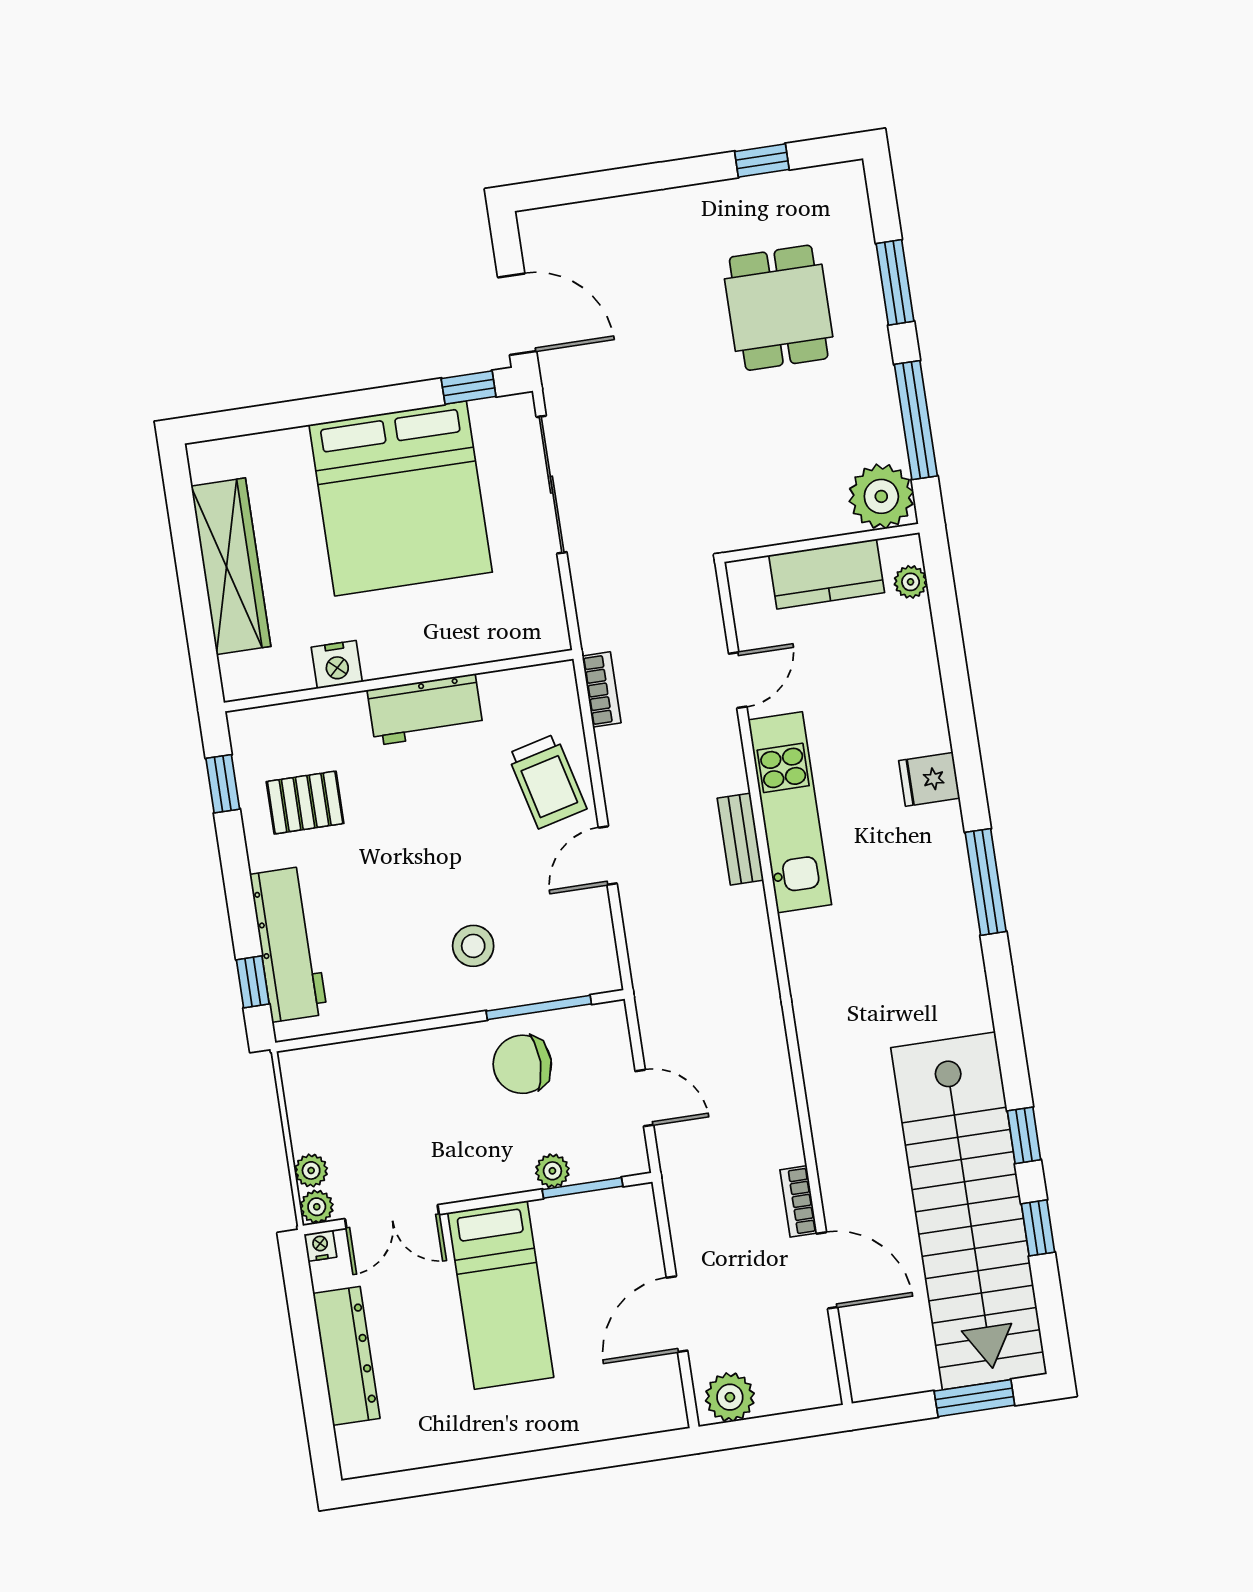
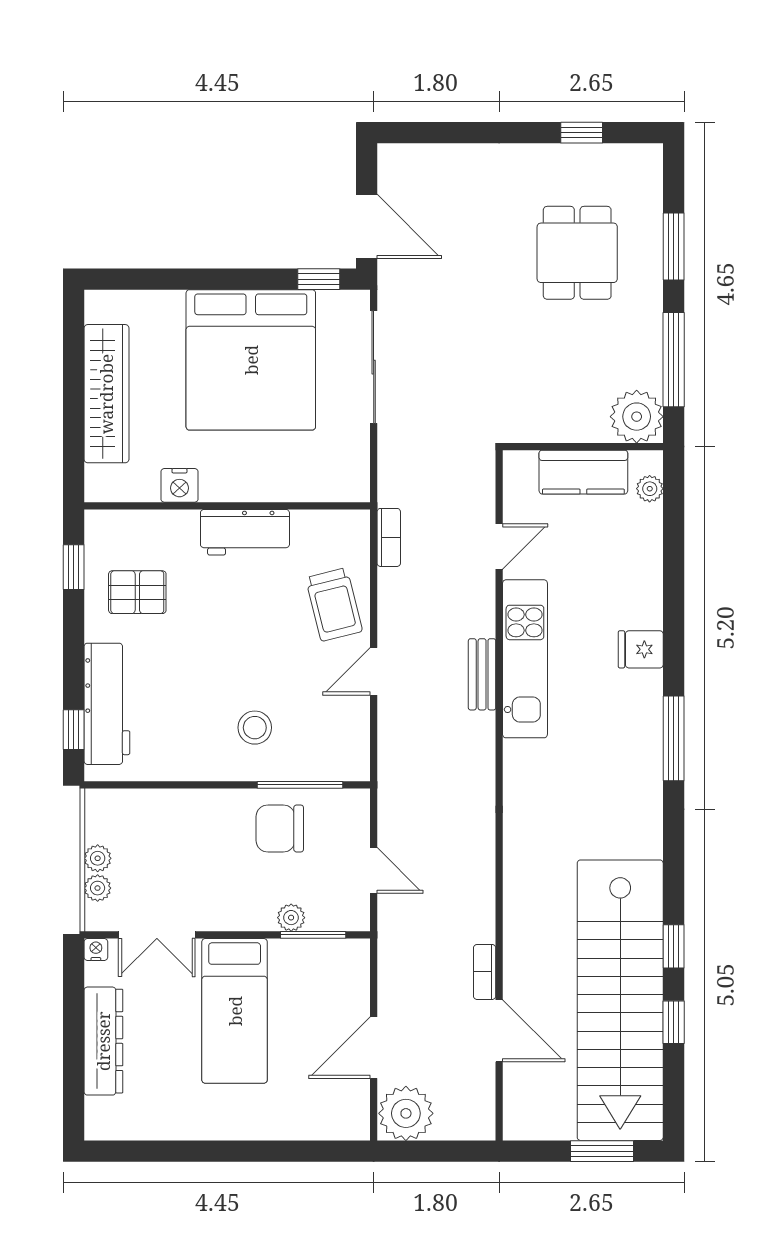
plant: (317, 1207) -> (98, 858), moved
plant: (730, 1397) -> (406, 1113), width x1.36, depth x1.36

